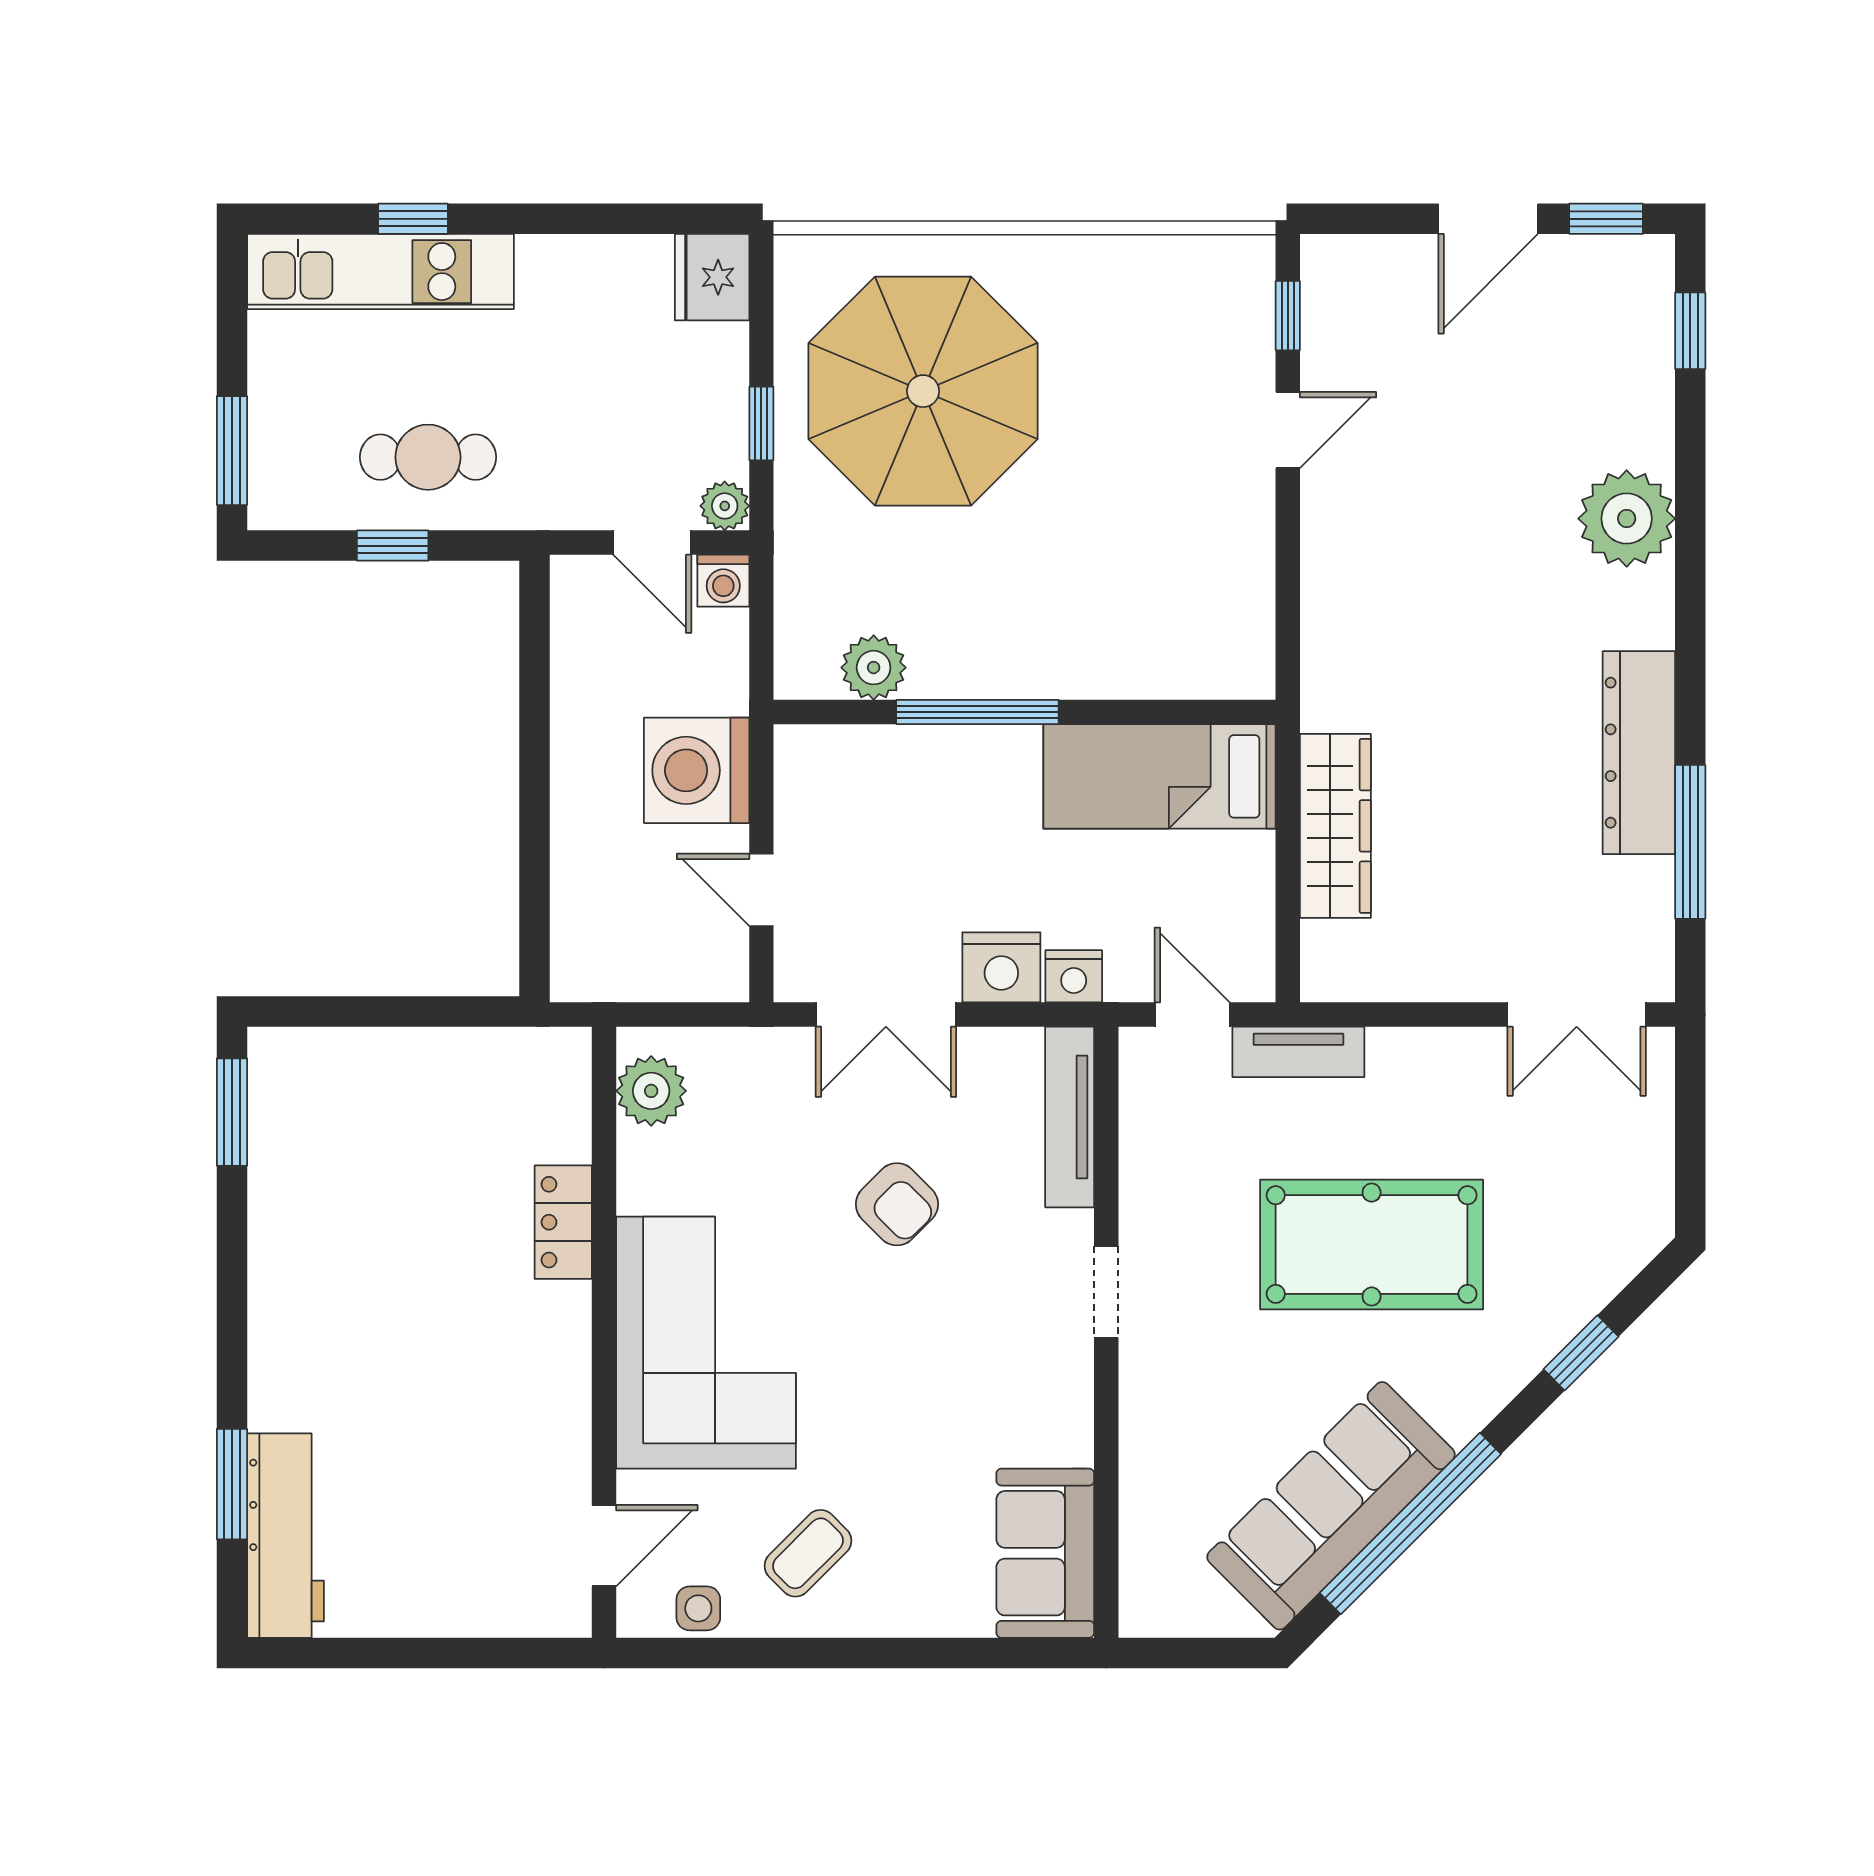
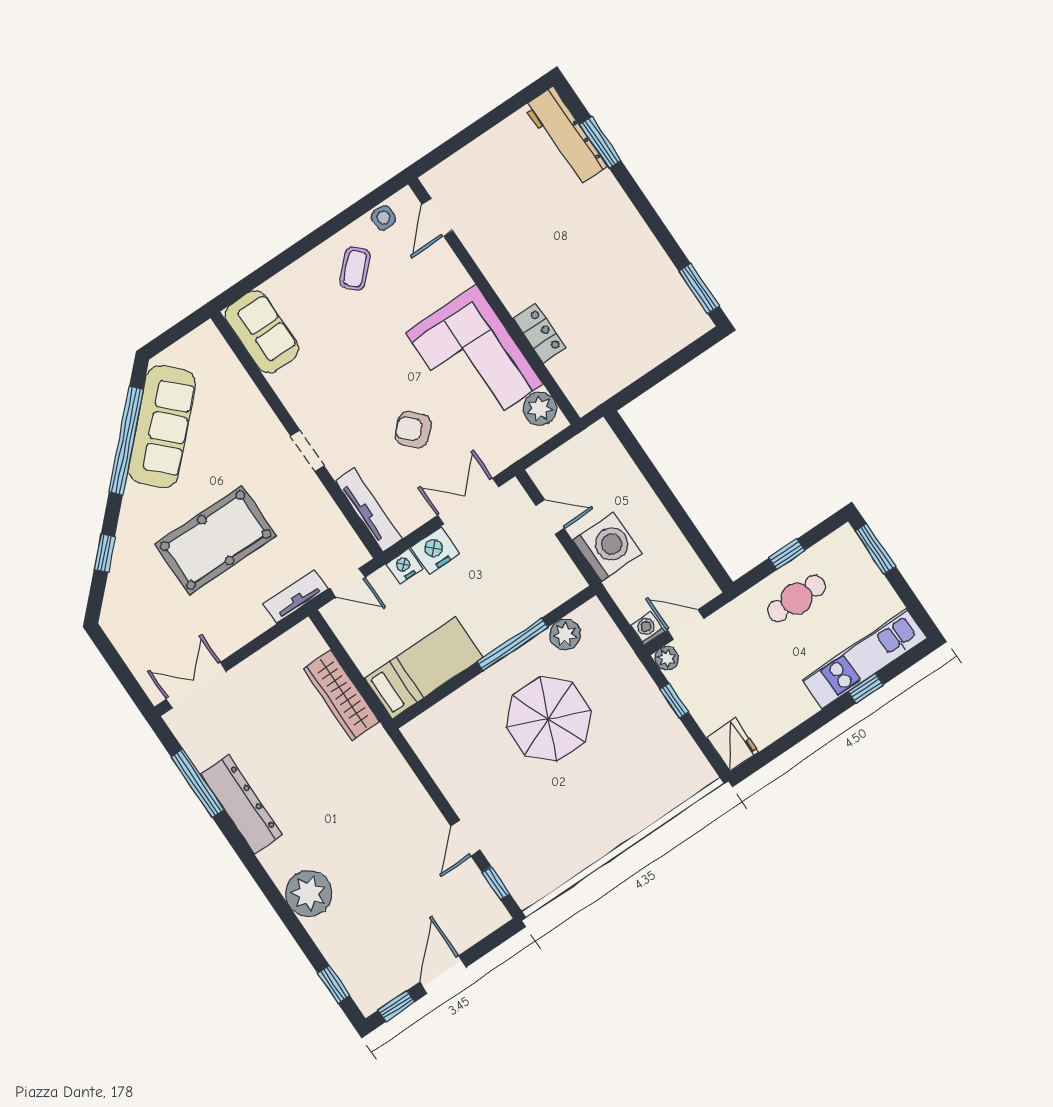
parasol: (923, 391) -> (549, 719), moved, width x0.73, depth x0.73
corner sofa: (706, 1343) -> (474, 358), moved

